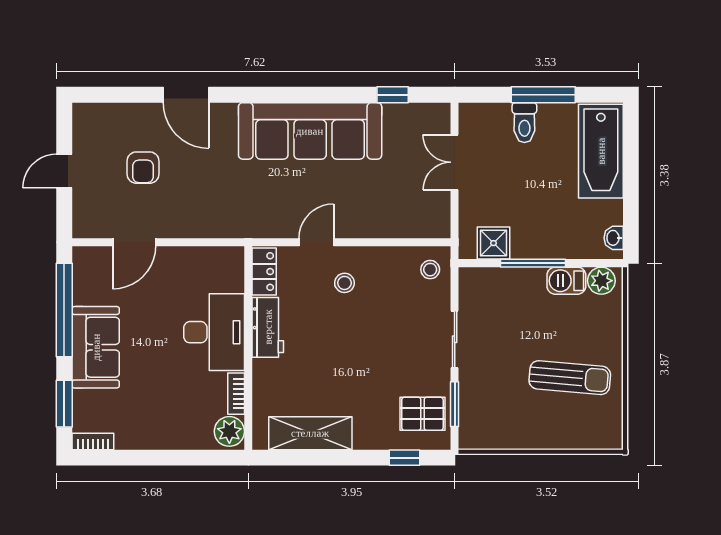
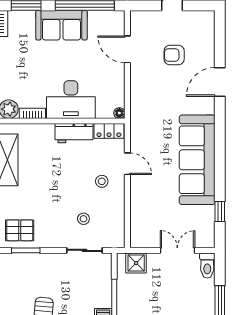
toilet: (524, 123) -> (207, 265), moved, turned -90
shower: (493, 243) -> (136, 263), moved
floor lamp: (236, 255) -> (119, 113), added
stool: (430, 270) -> (83, 219), moved
sliding door: (455, 339) -> (85, 250), moved
pallet: (422, 414) -> (20, 230), turned 90

